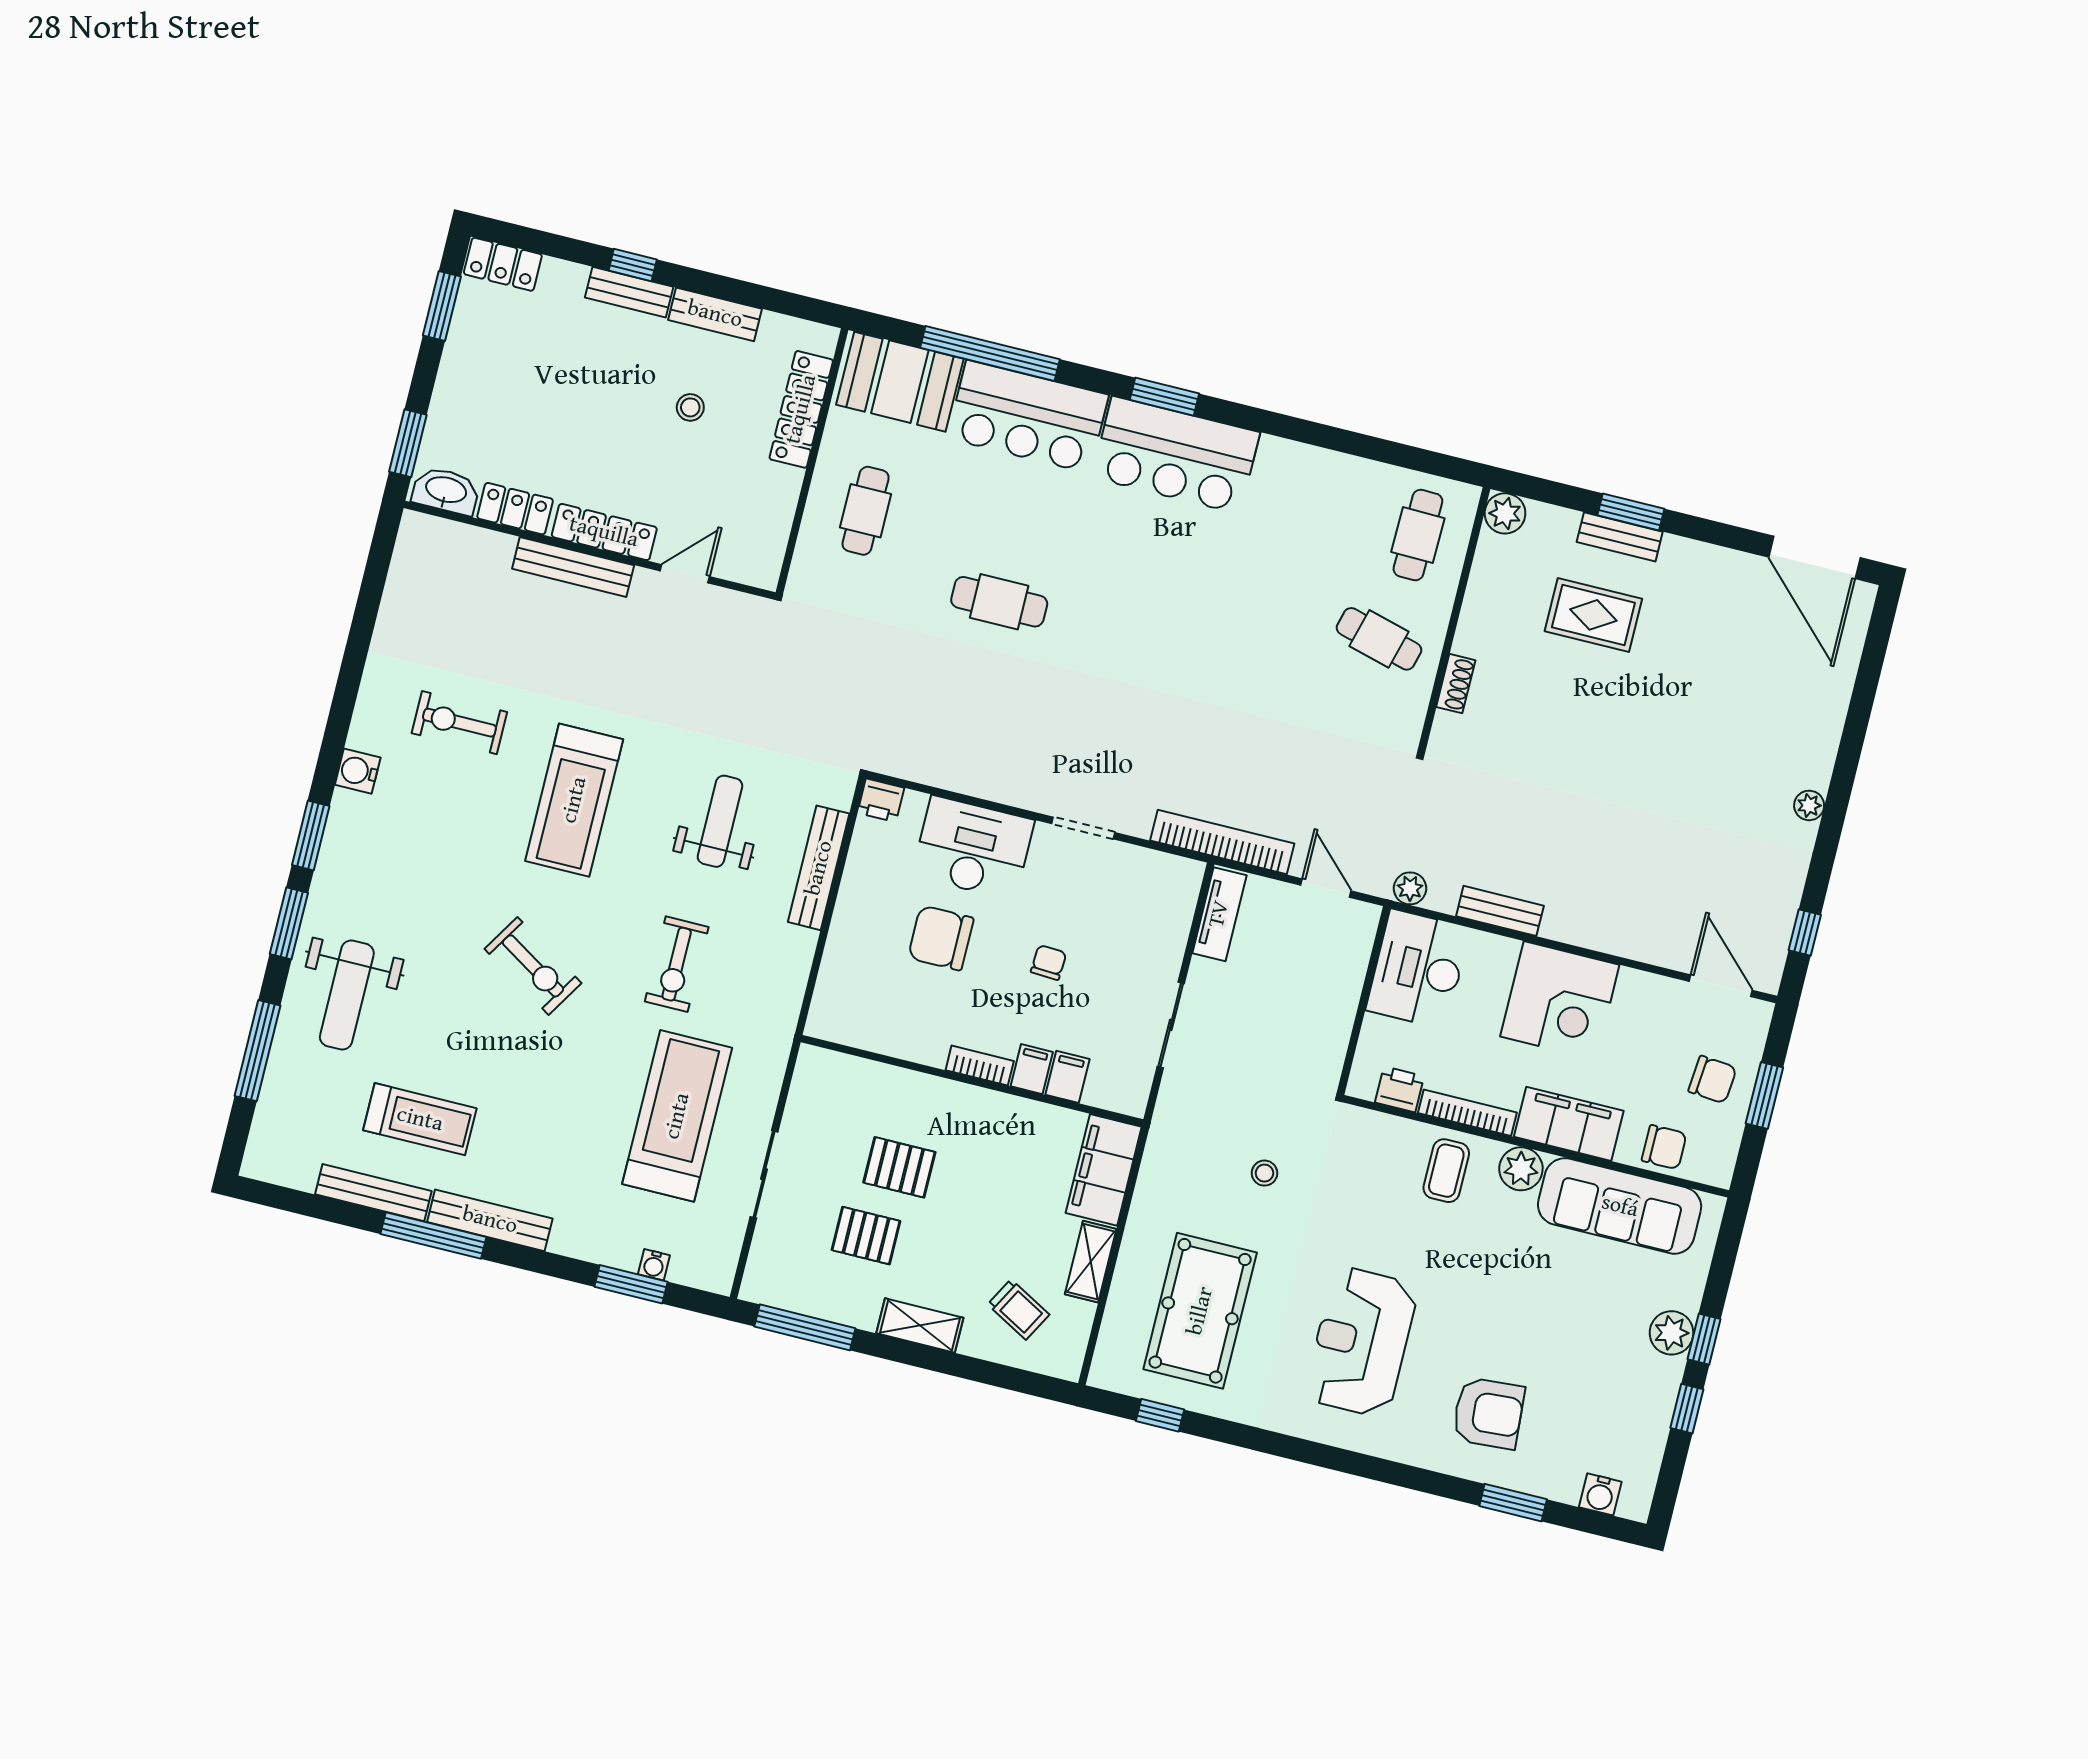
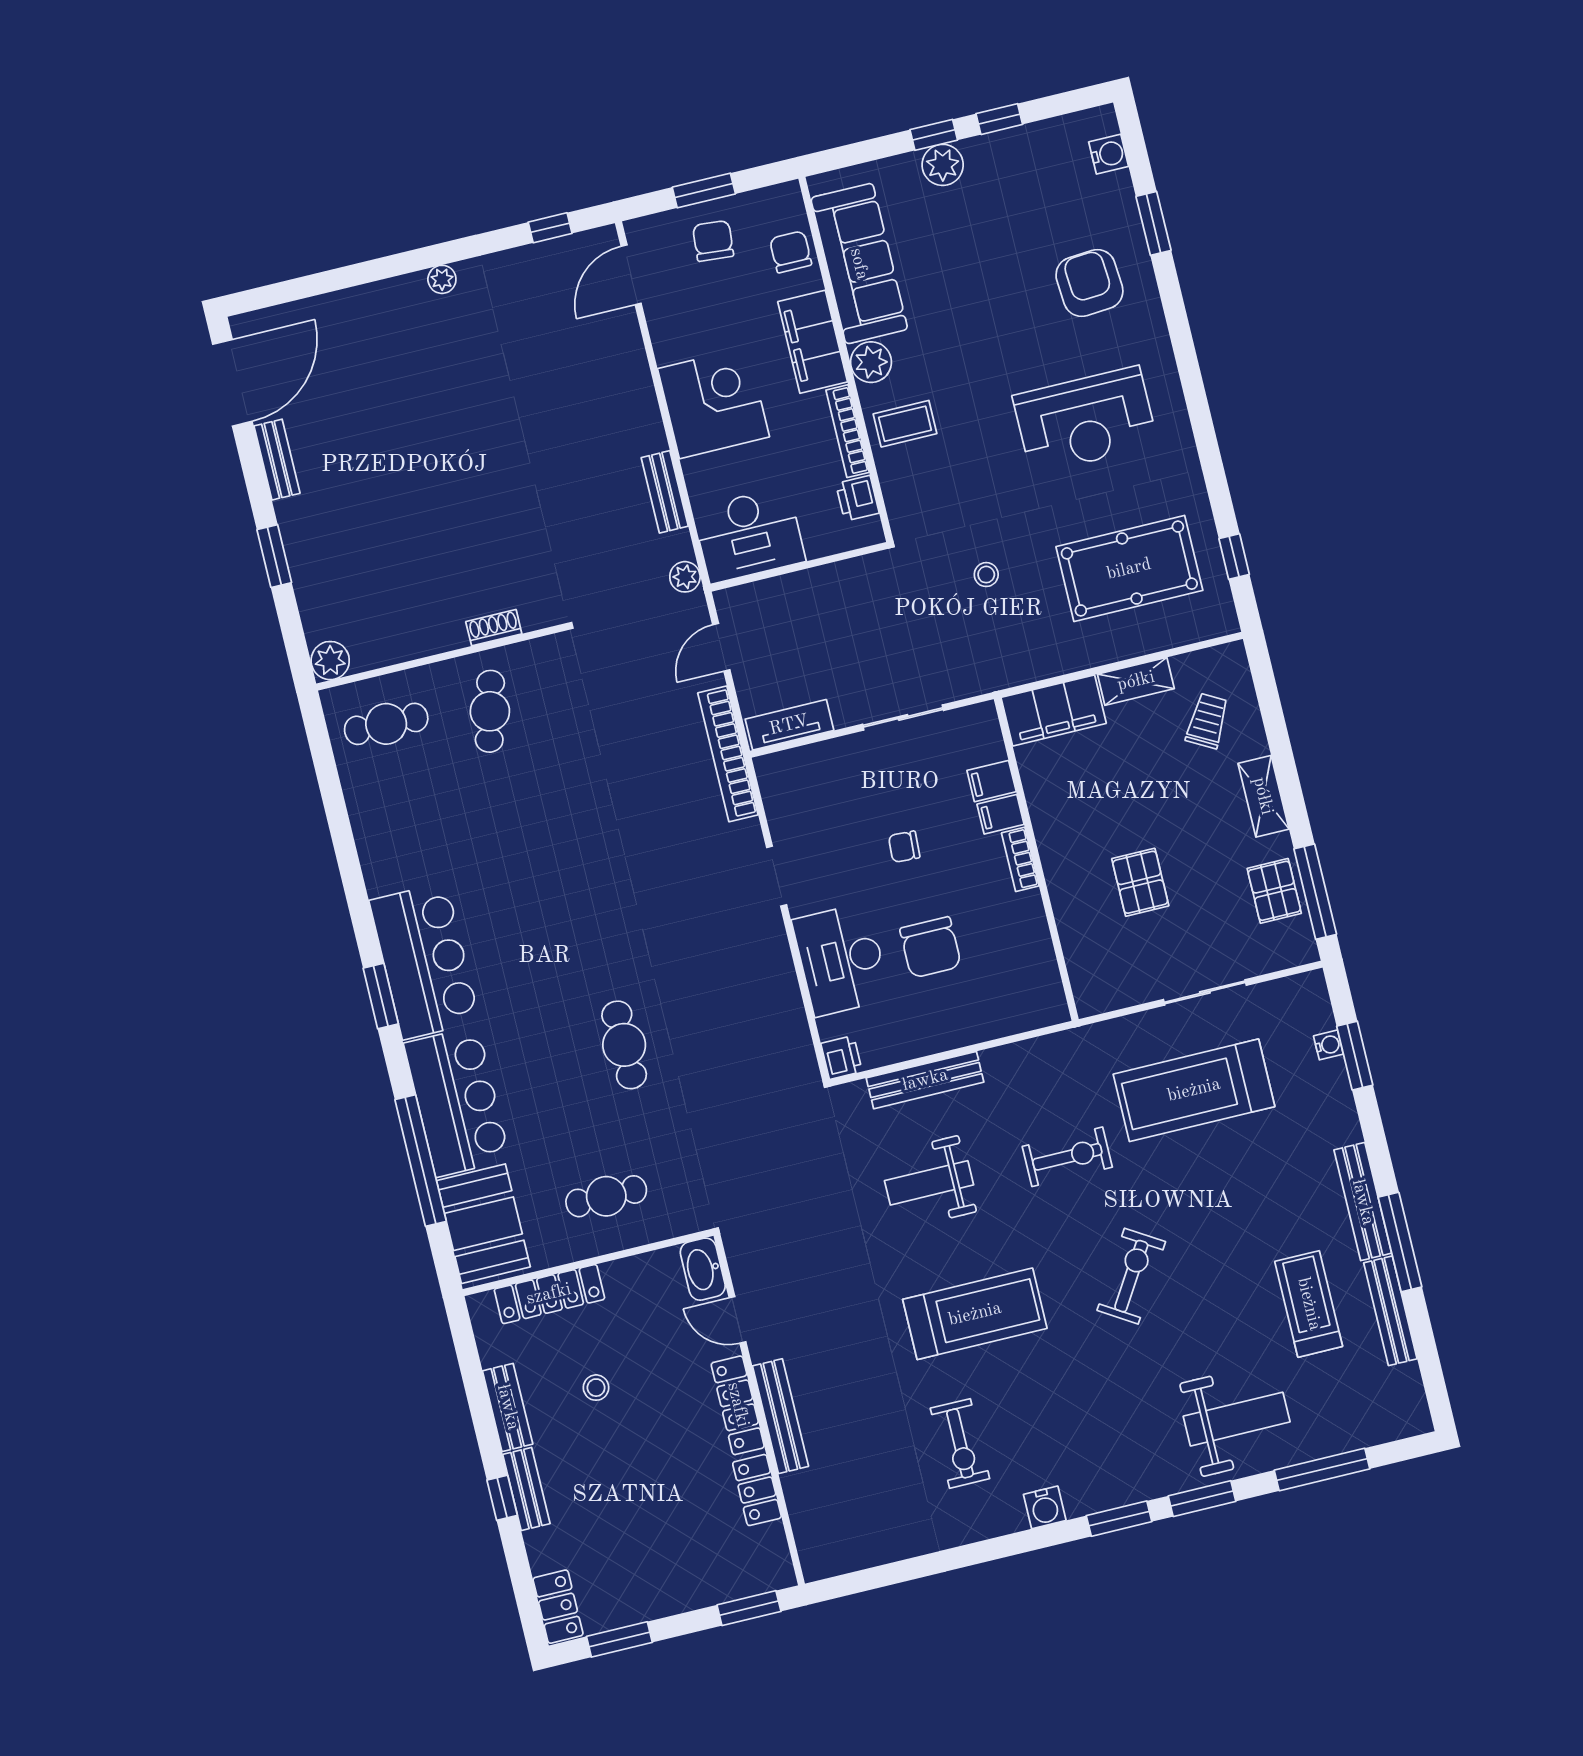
washbasin: (446, 491) -> (703, 1269), moved
bench: (1620, 537) -> (277, 460), moved
rug: (1593, 615) -> (377, 543), removed
pallet: (866, 1236) -> (1274, 891), moved

